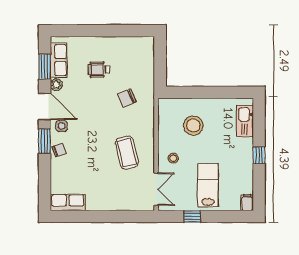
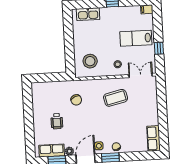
stool: (193, 126) -> (90, 61), moved

